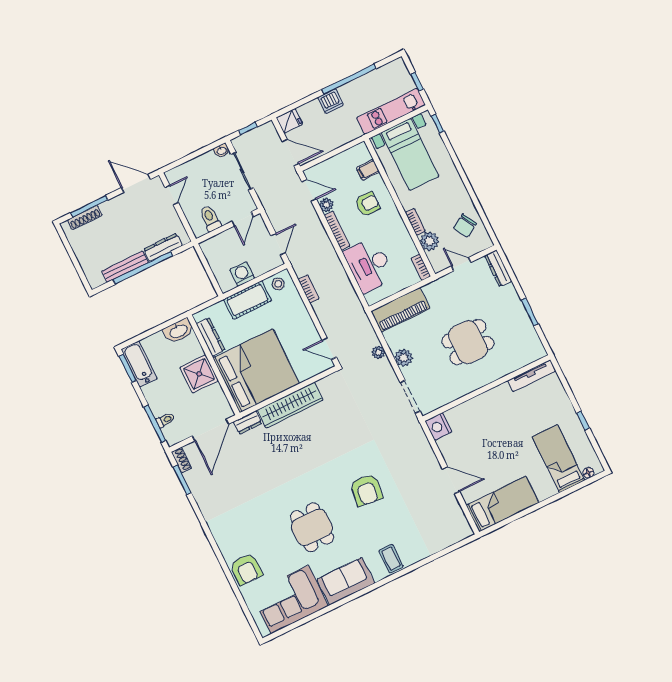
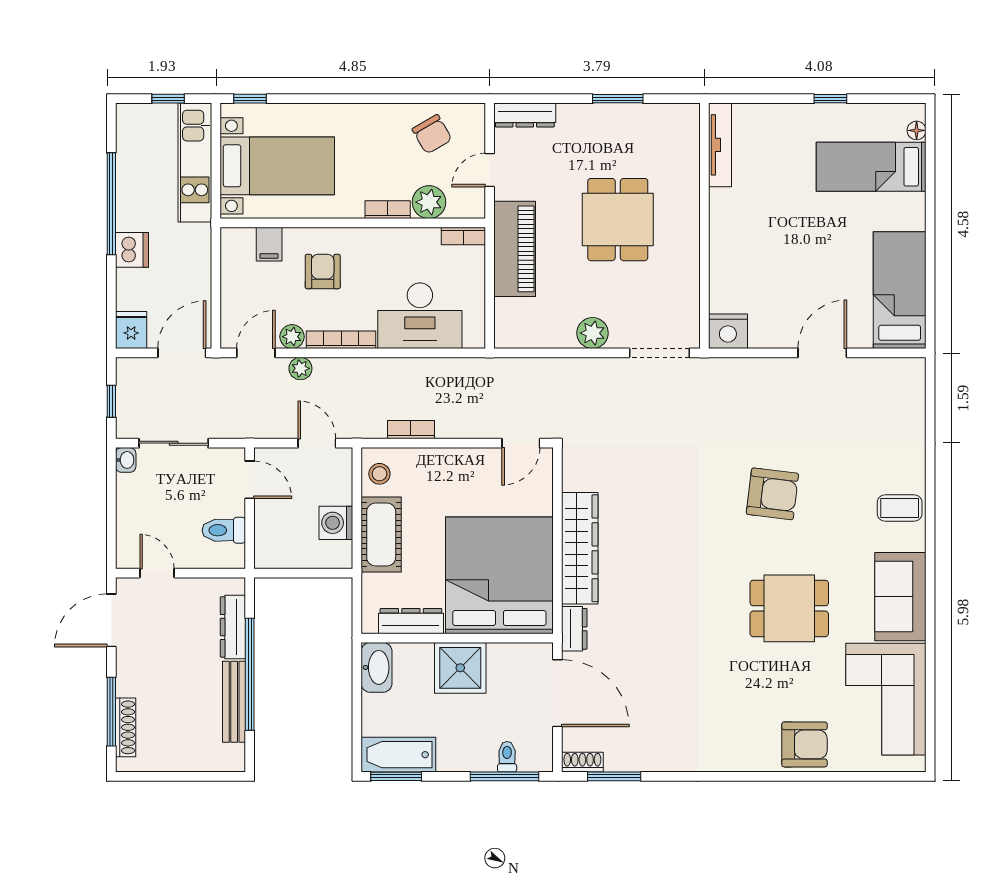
piano: (400, 310) -> (515, 249), moved
plant: (378, 352) -> (300, 368), moved

